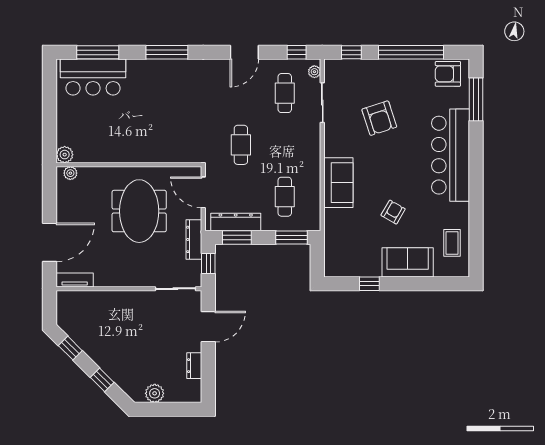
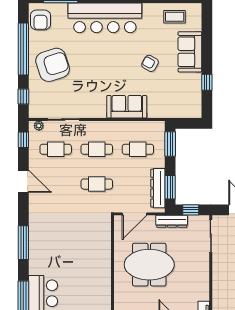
armchair: (379, 118) -> (53, 65), moved, width x1.36, depth x1.36
cafe table: (285, 145) -> (97, 149), added

